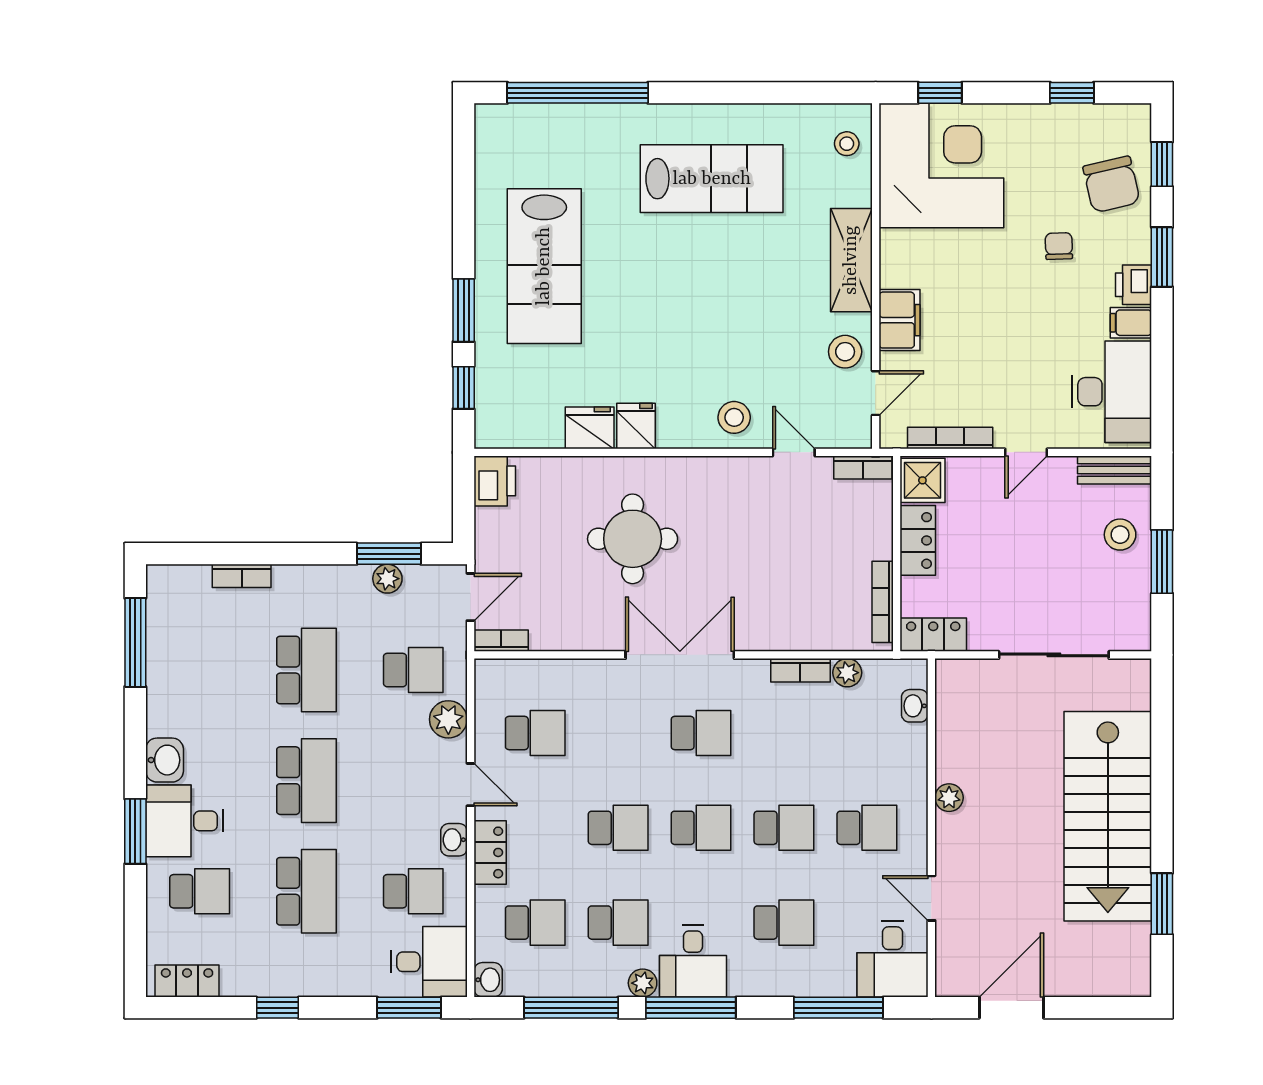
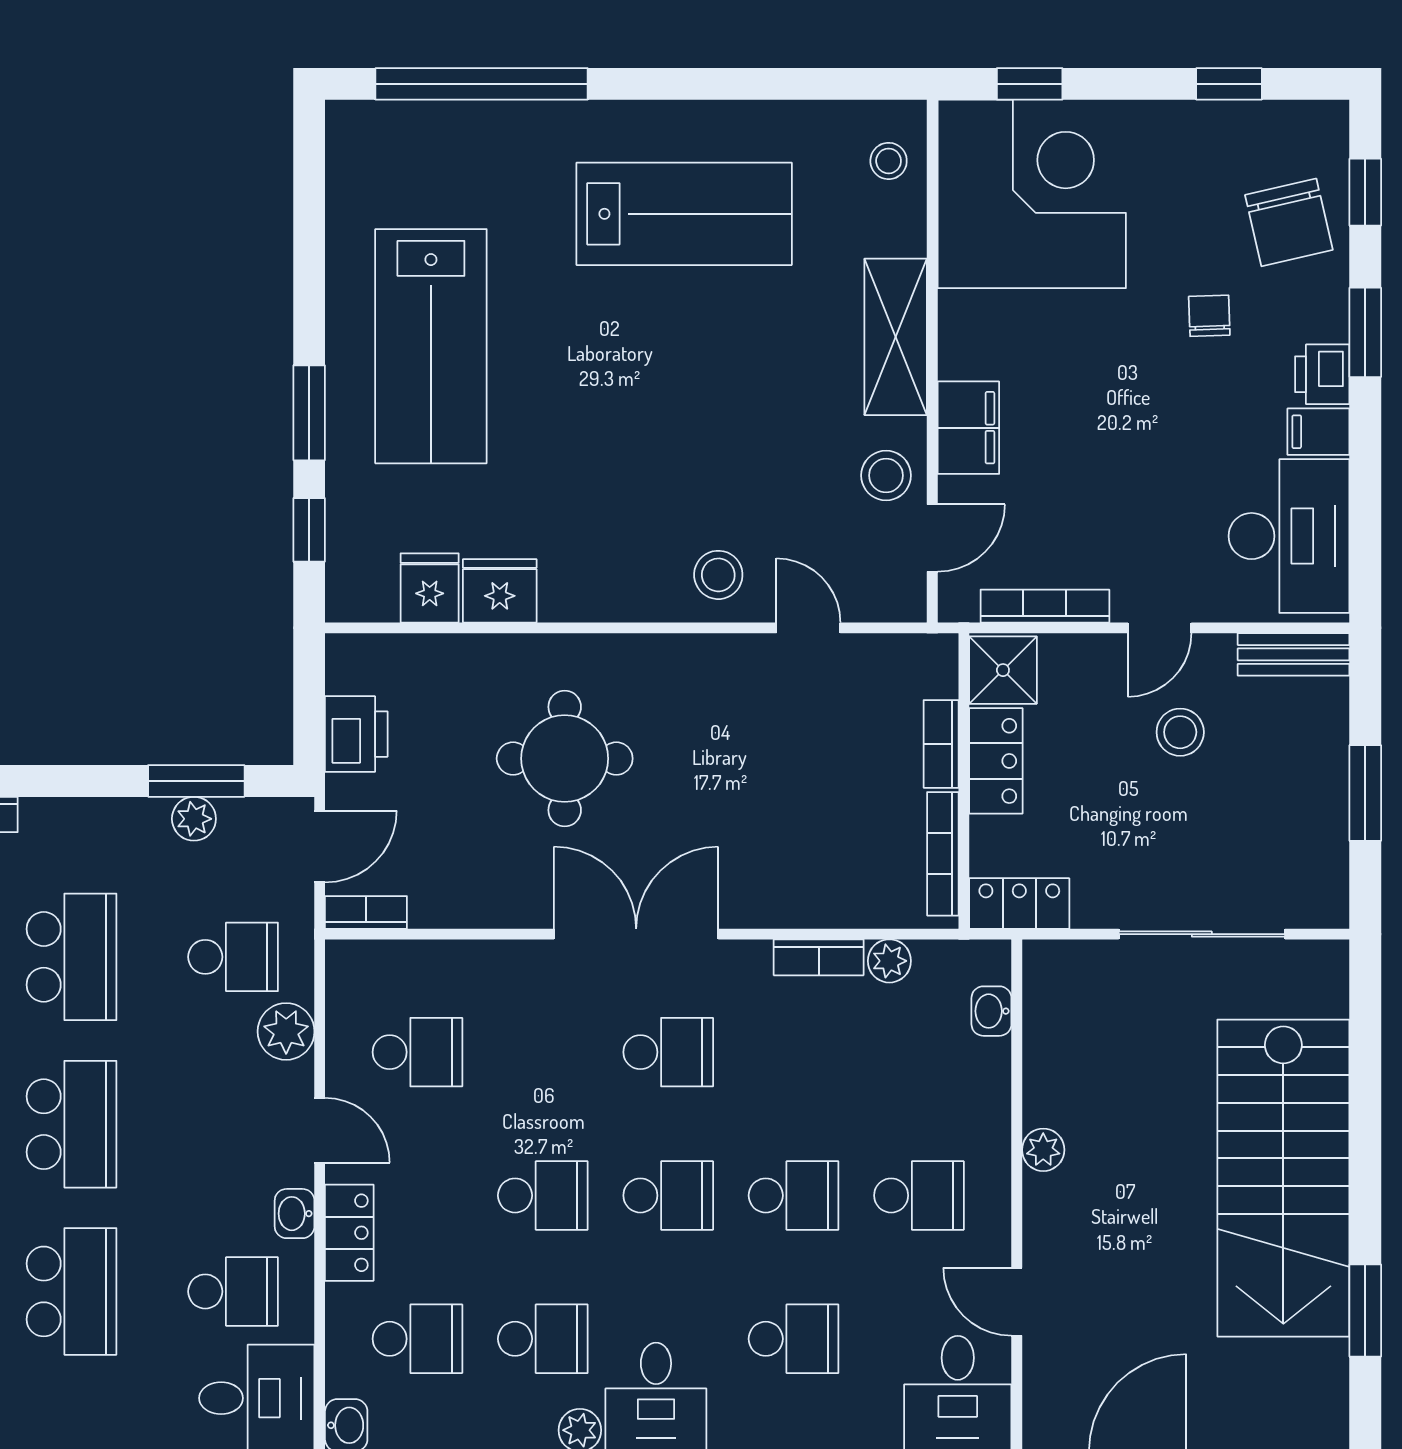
fridge: (636, 426) -> (430, 588), moved
bookcase: (863, 468) -> (941, 744), moved, turned 90
printer: (495, 481) -> (356, 734), moved
stool: (1120, 535) -> (1180, 732), moved

